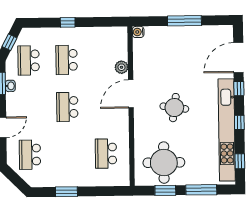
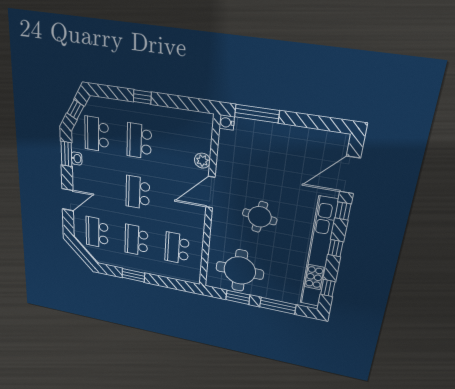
window: (184, 21) -> (257, 114), moved
school desk: (68, 154) -> (136, 240), added

